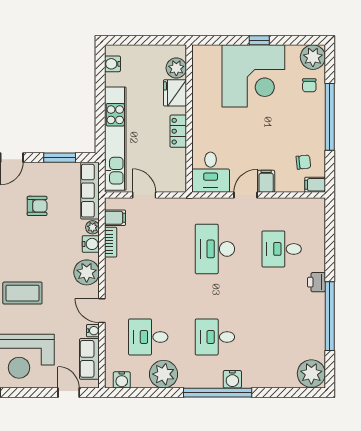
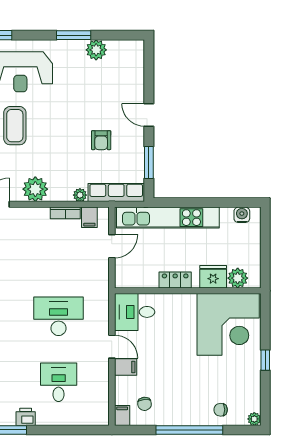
plant: (313, 57) -> (254, 419), width x0.53, depth x0.53
corner desk: (253, 76) -> (228, 324), moved, turned -90
water cooler: (91, 244) -> (63, 193), removed

